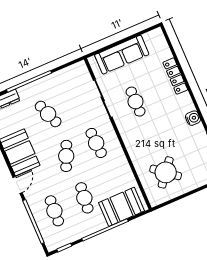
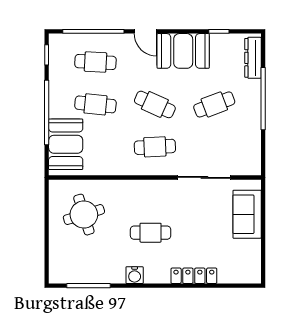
sofa: (122, 55) -> (247, 214), width x0.73
cafe table: (136, 102) -> (151, 233), moved
round table: (166, 172) -> (84, 215), turned 34

